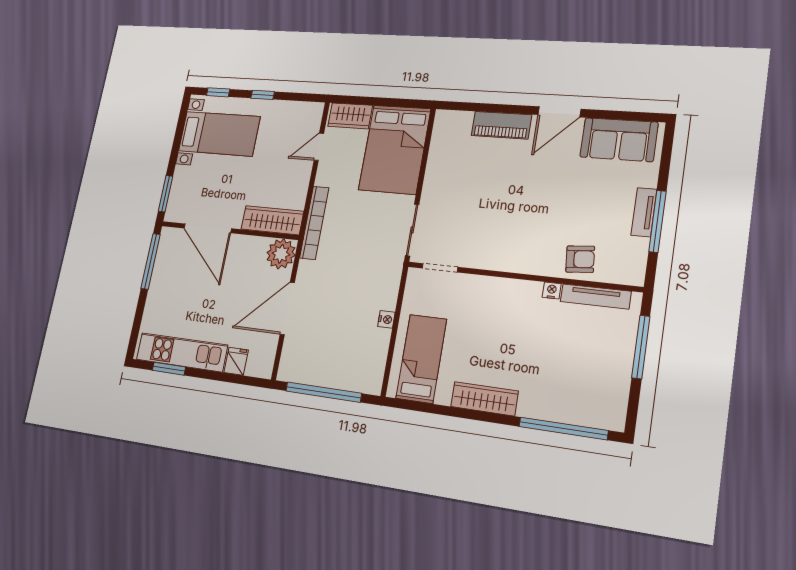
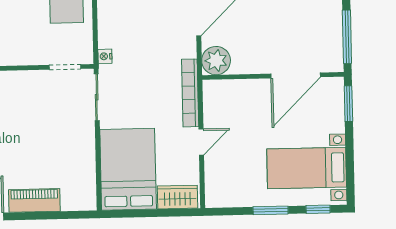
window: (263, 95) -> (271, 210), width x1.50
door: (319, 147) -> (201, 142), moved
wardrobe: (272, 220) -> (232, 91), removed
door: (208, 228) -> (296, 75), swing flipped
nightstand: (386, 319) -> (105, 56), moved

